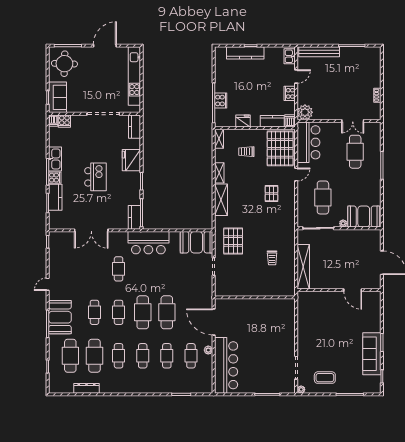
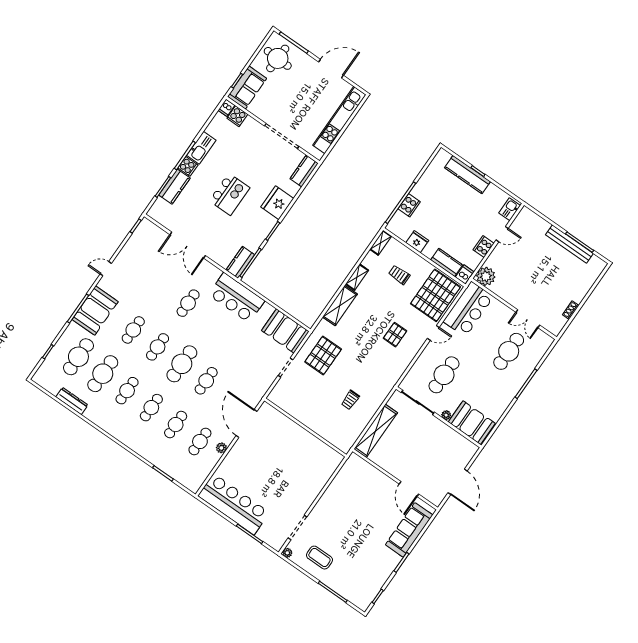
bench: (319, 52) -> (569, 244), moved
cafe table: (167, 312) -> (206, 381), width x0.73, depth x0.74
sofa: (372, 354) -> (409, 530), moved
bar counter: (226, 365) -> (234, 504), moved, turned -90

